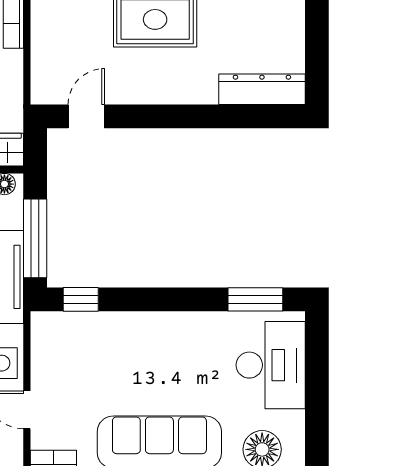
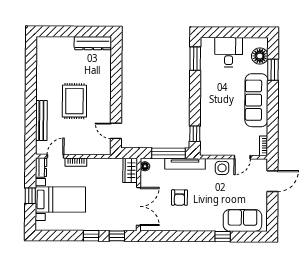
dresser: (262, 89) -> (93, 43), moved, turned -90
desk: (271, 365) -> (229, 52), width x0.73

